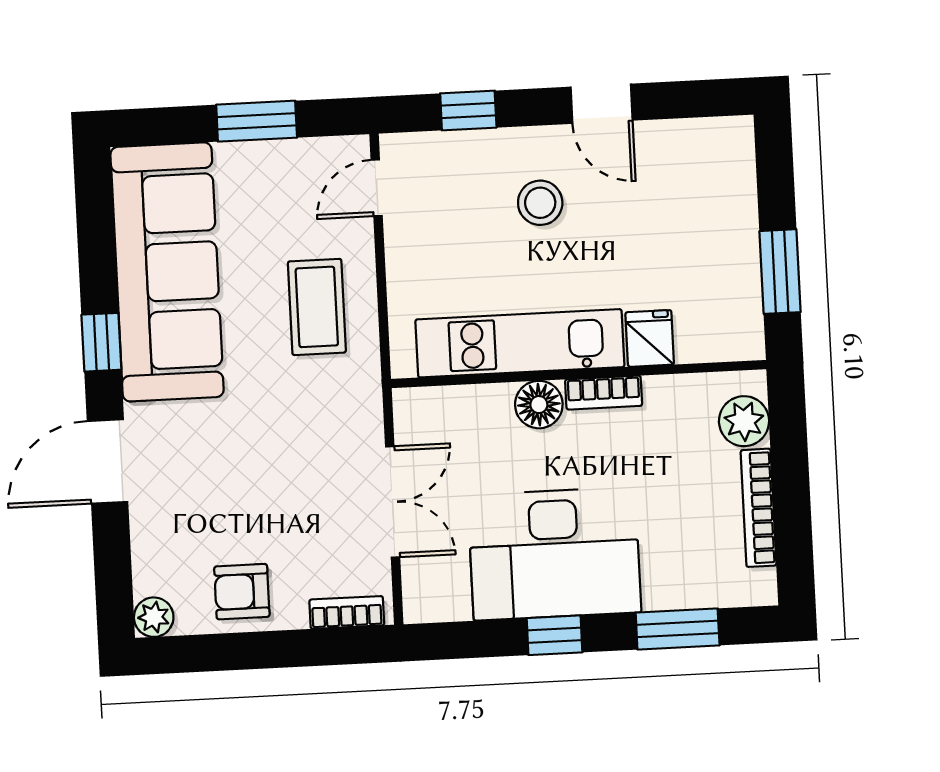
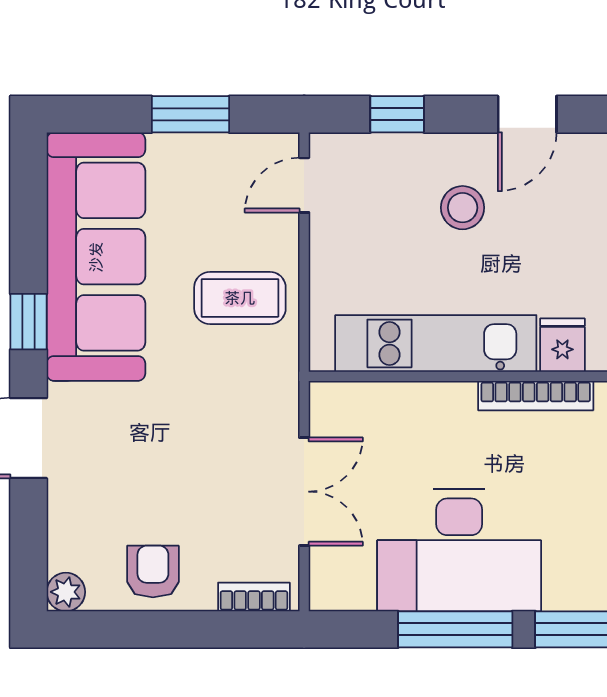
door: (602, 104) -> (527, 114), hinge flipped
coffee table: (317, 307) -> (240, 298), turned 90
bookcase: (604, 393) -> (536, 396), width x1.56
floor lamp: (539, 405) -> (451, 404), removed
armchair: (242, 592) -> (153, 571), turned 90
window: (554, 635) -> (455, 629), width x2.17

